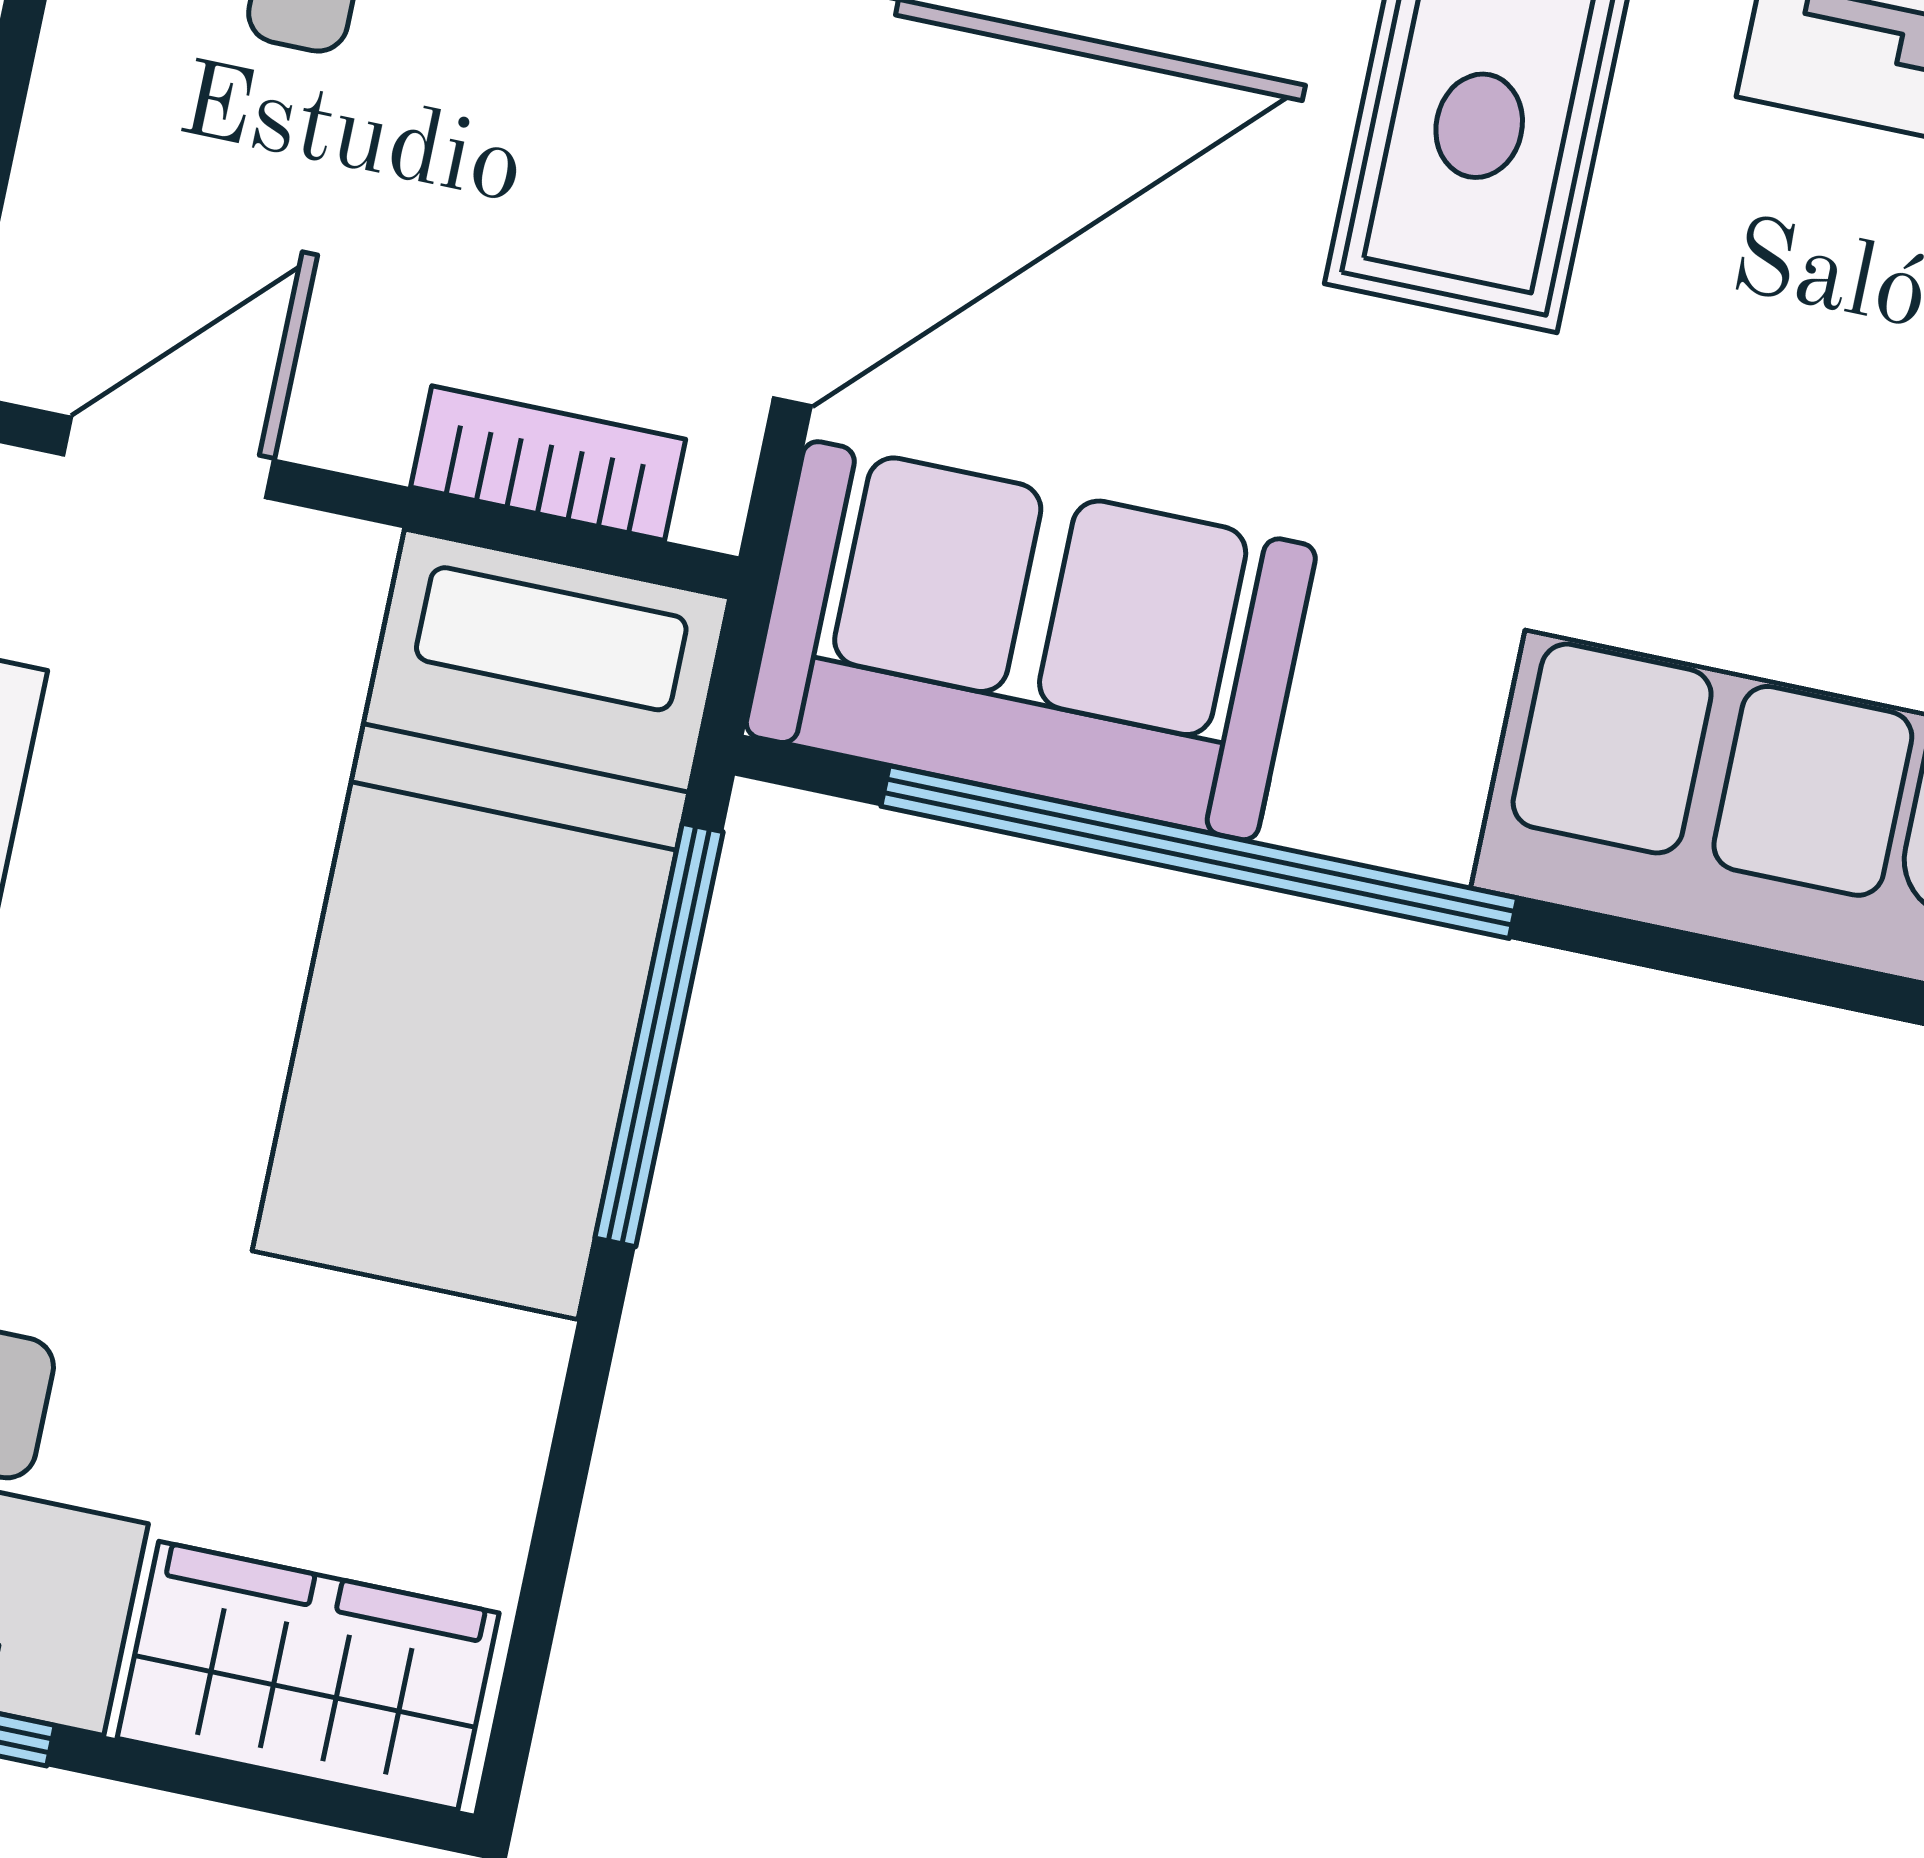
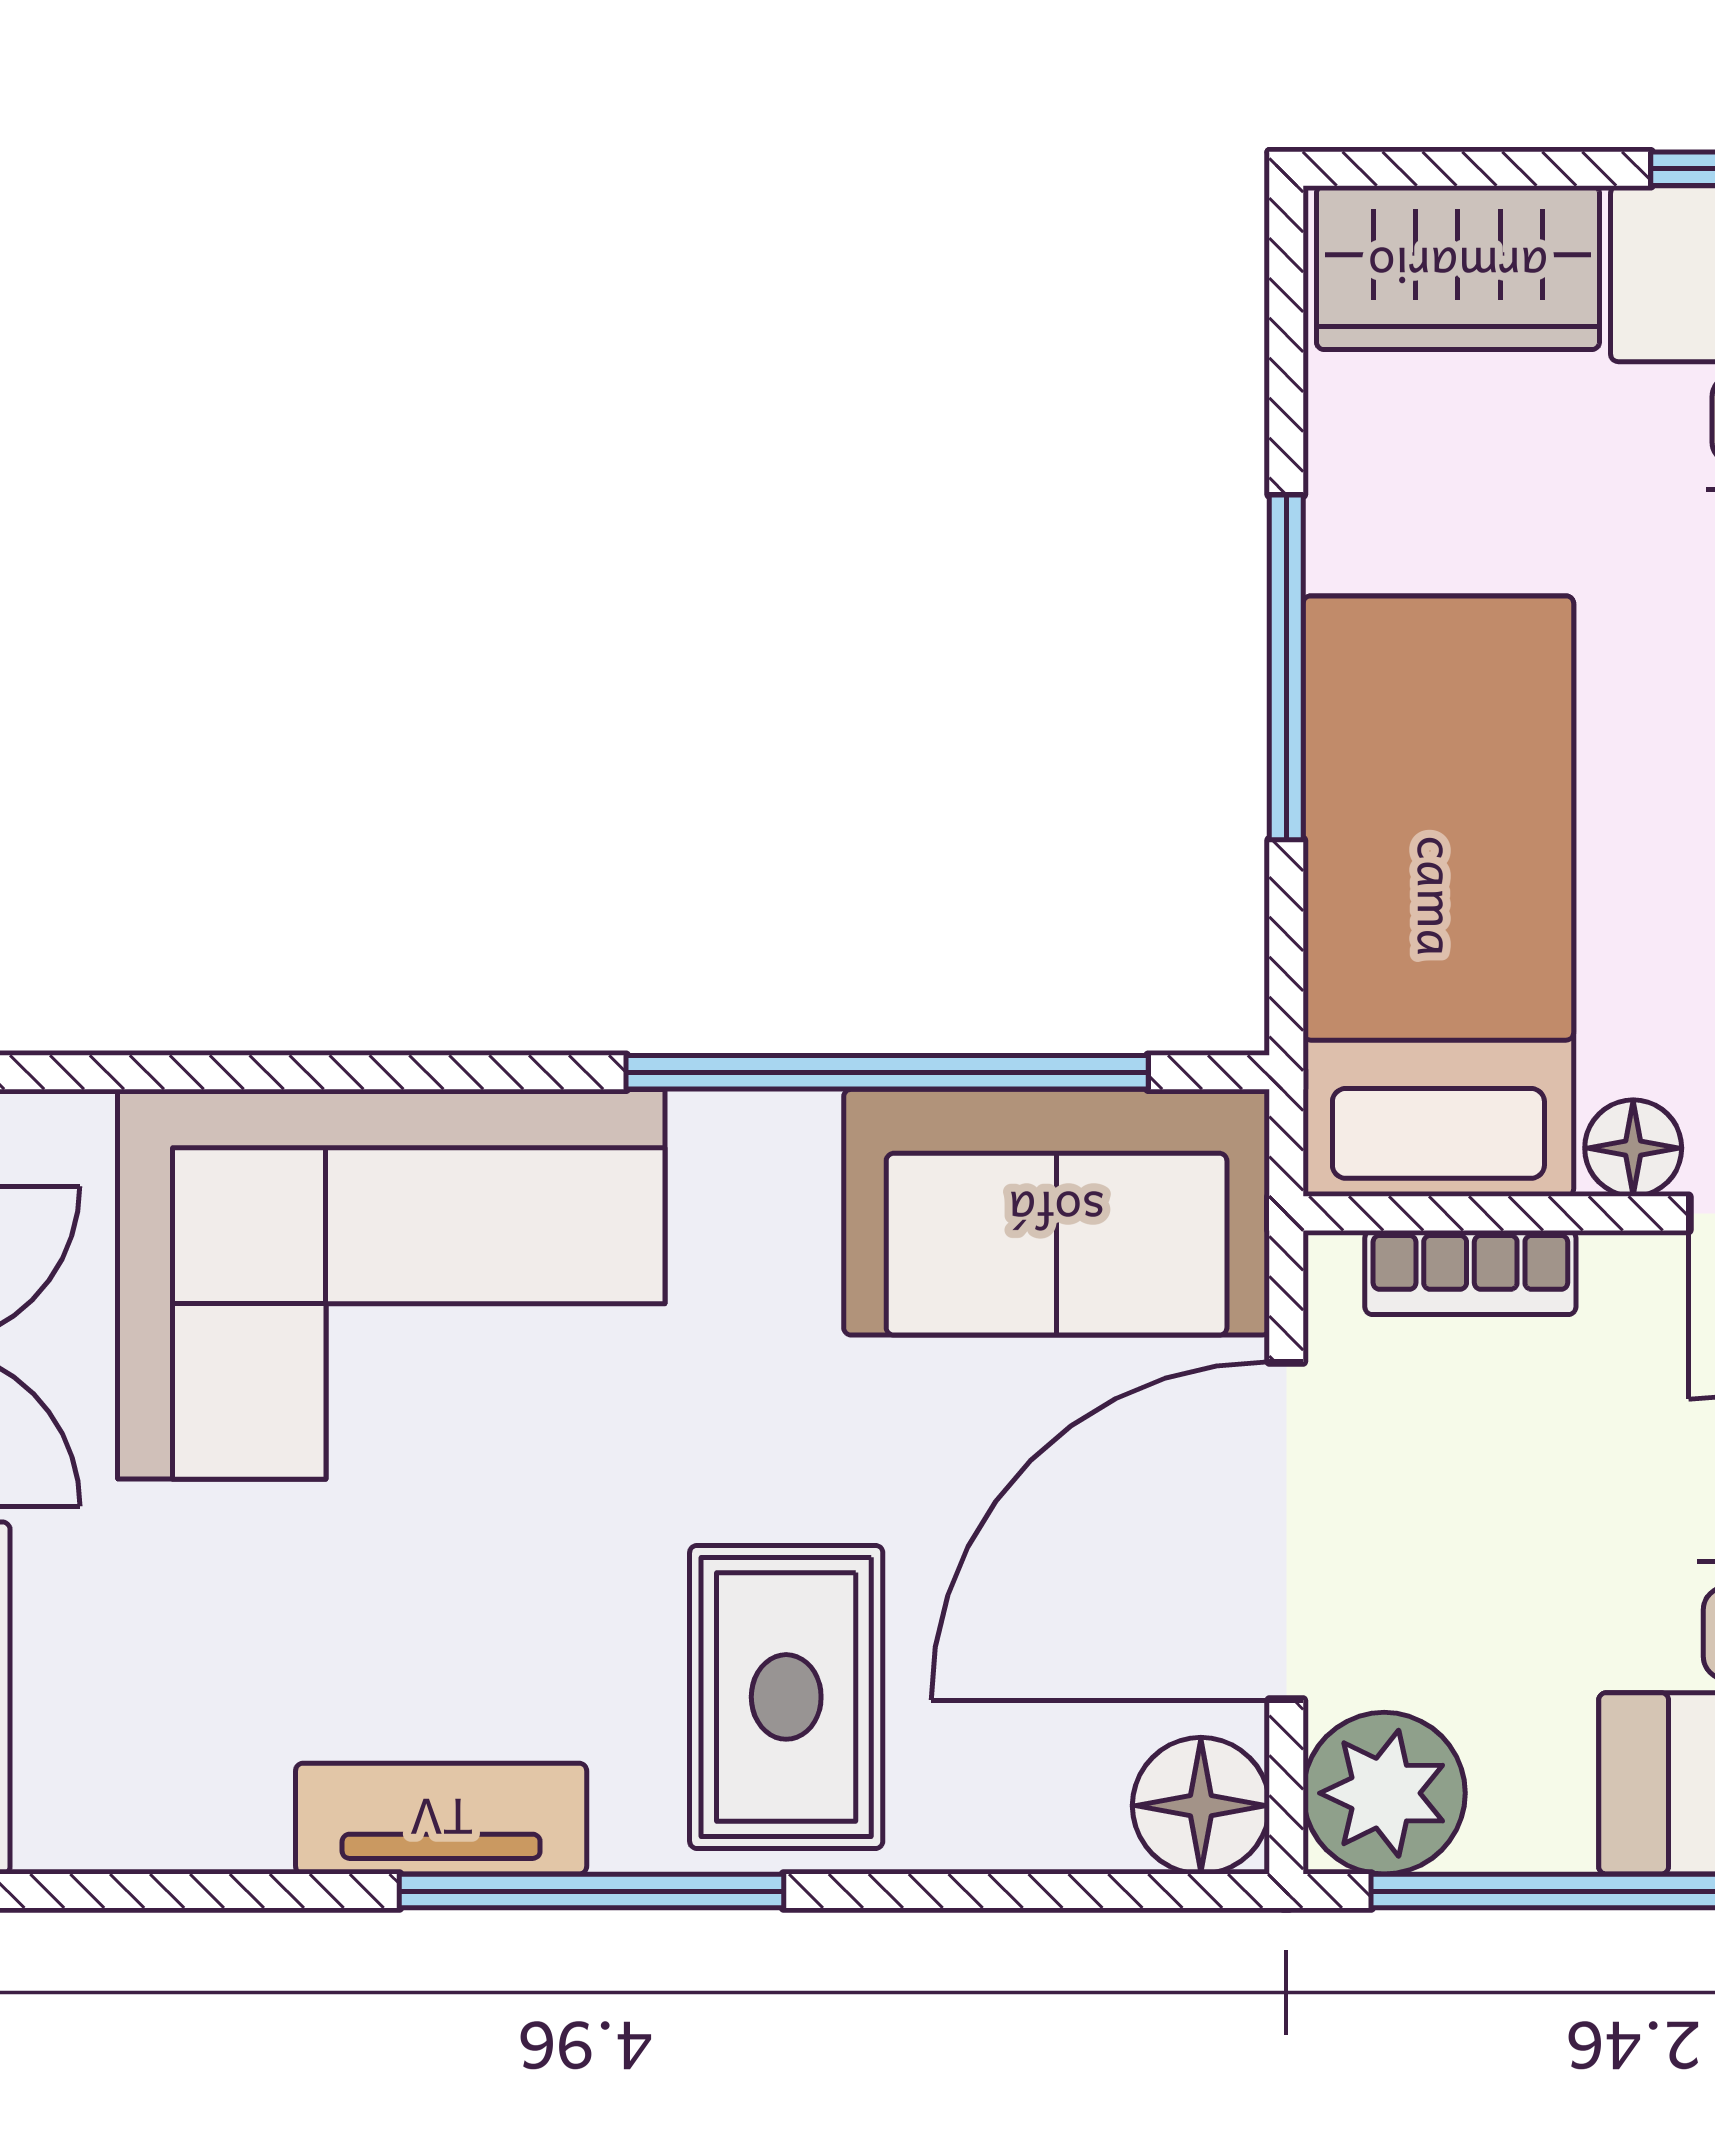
floor lamp: (321, 572) -> (1633, 1148), added
window: (659, 1035) -> (1286, 667), moved

